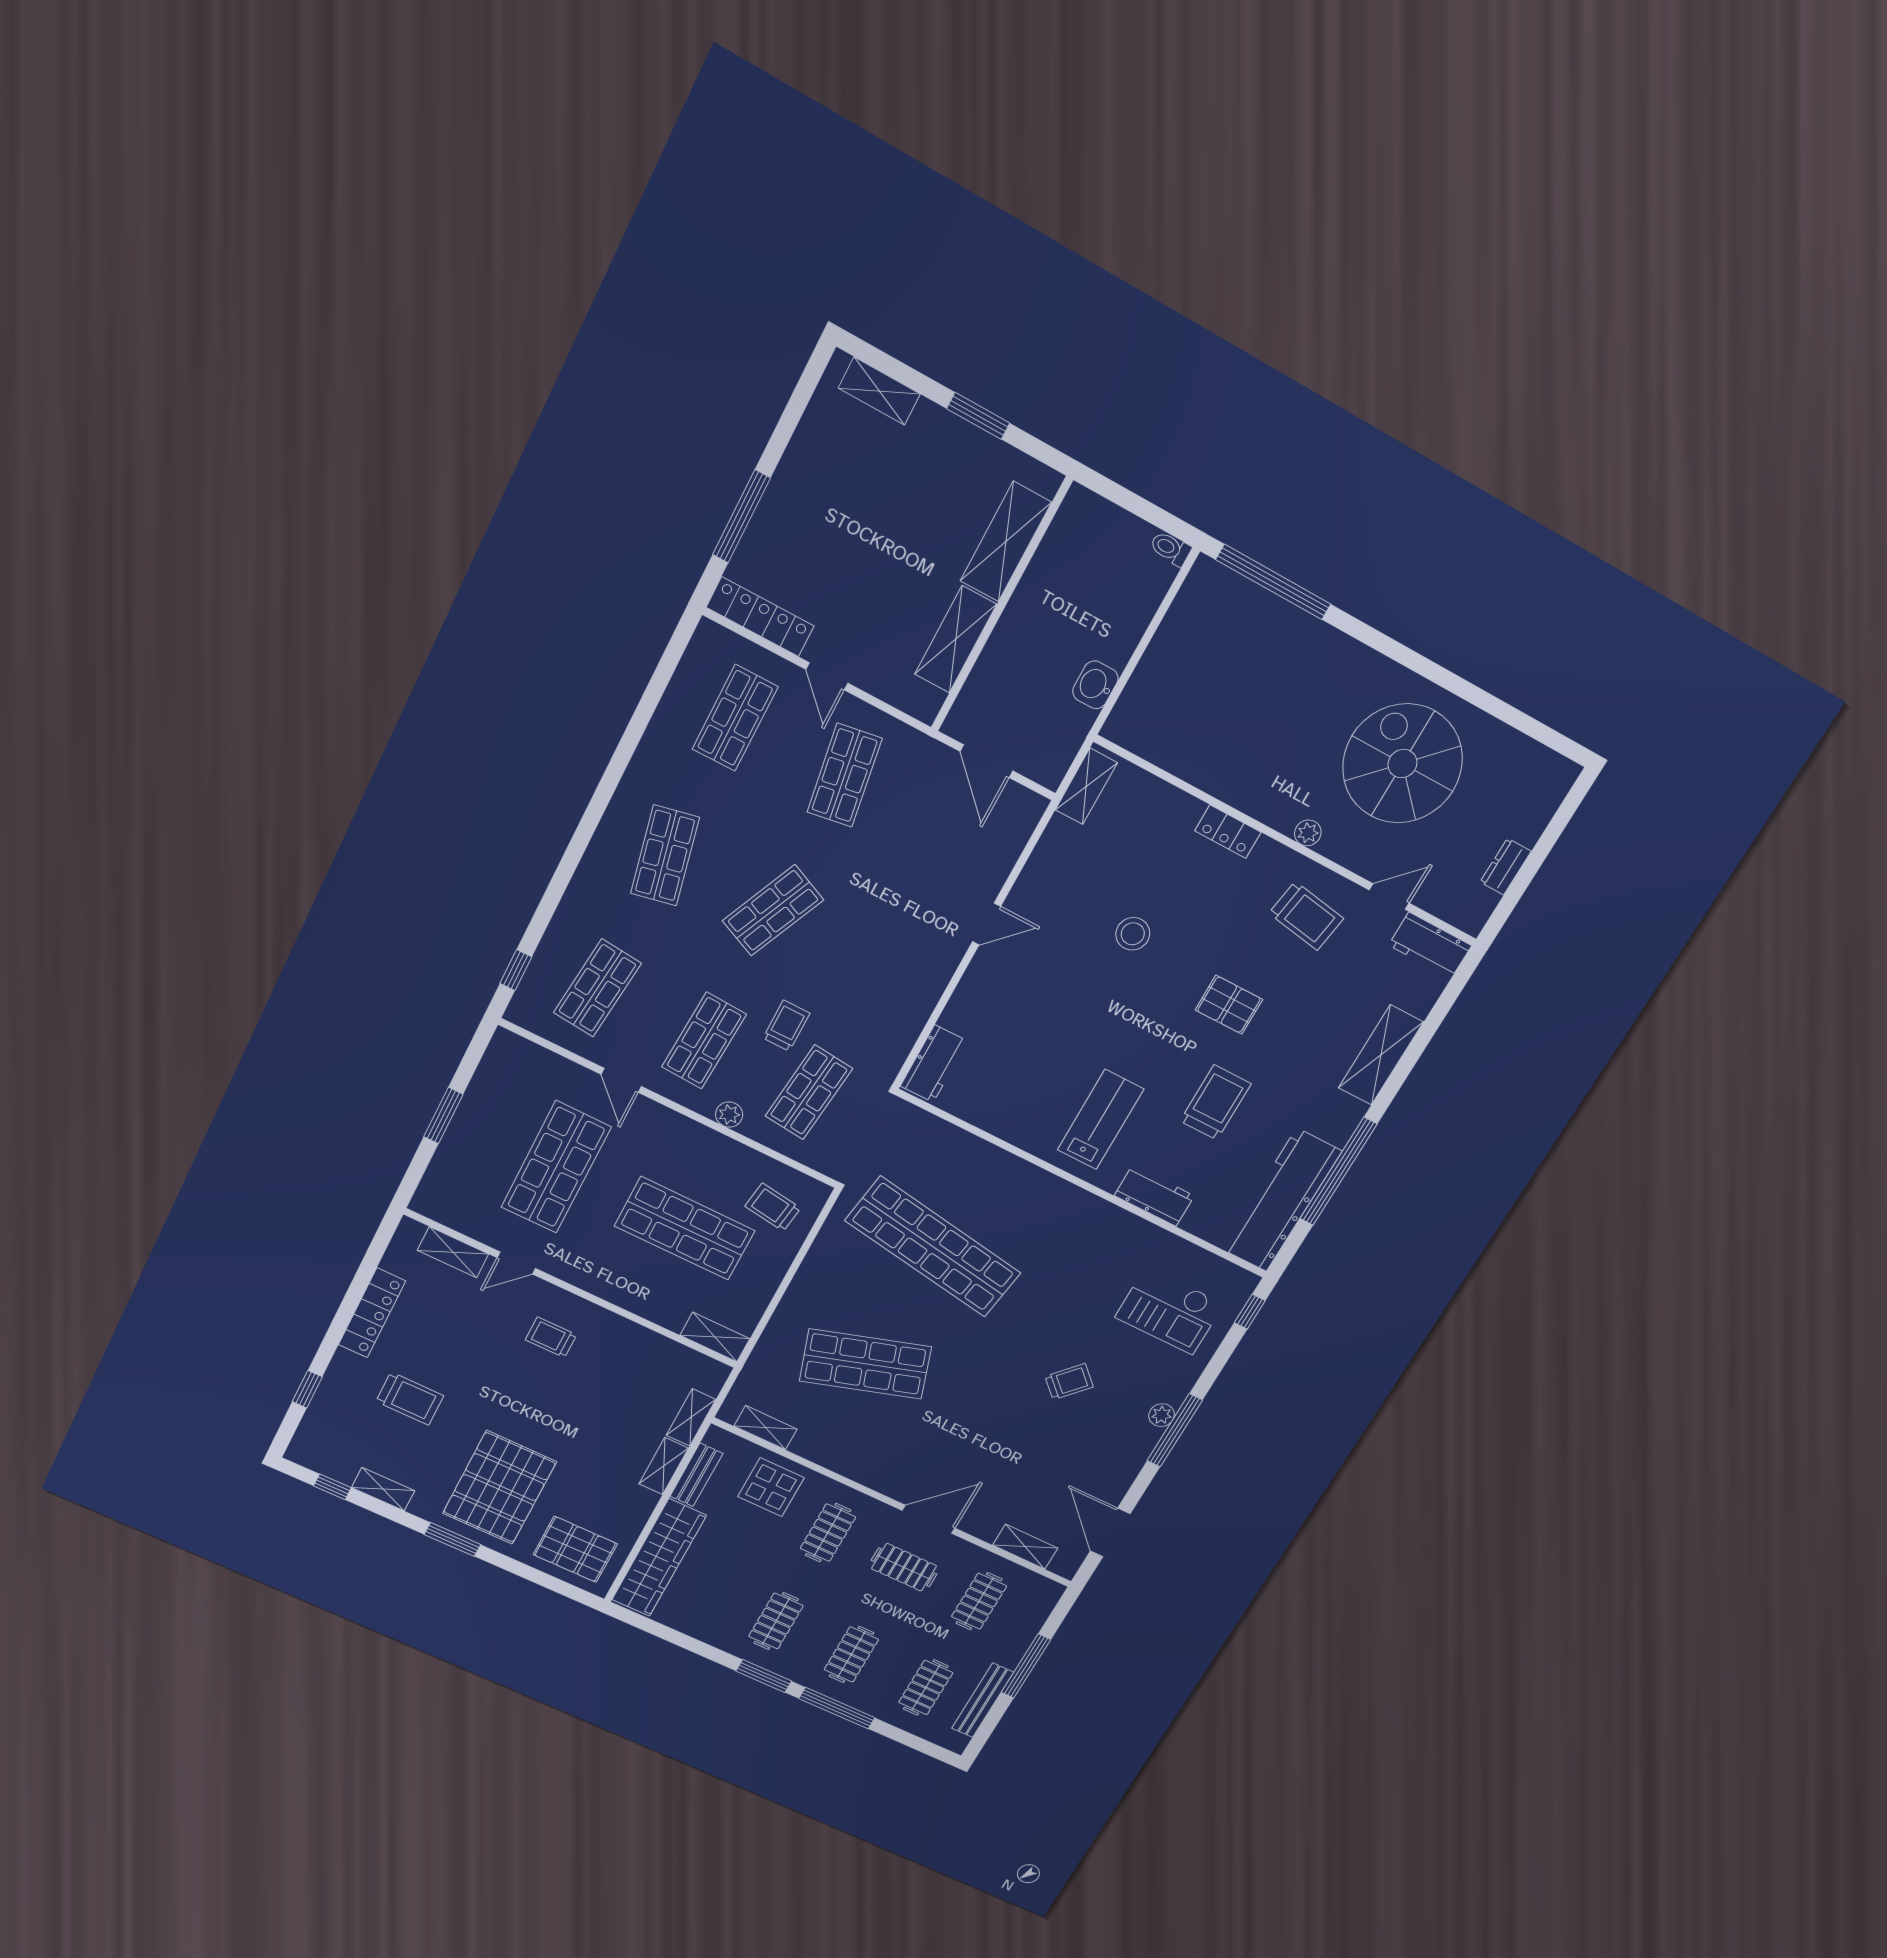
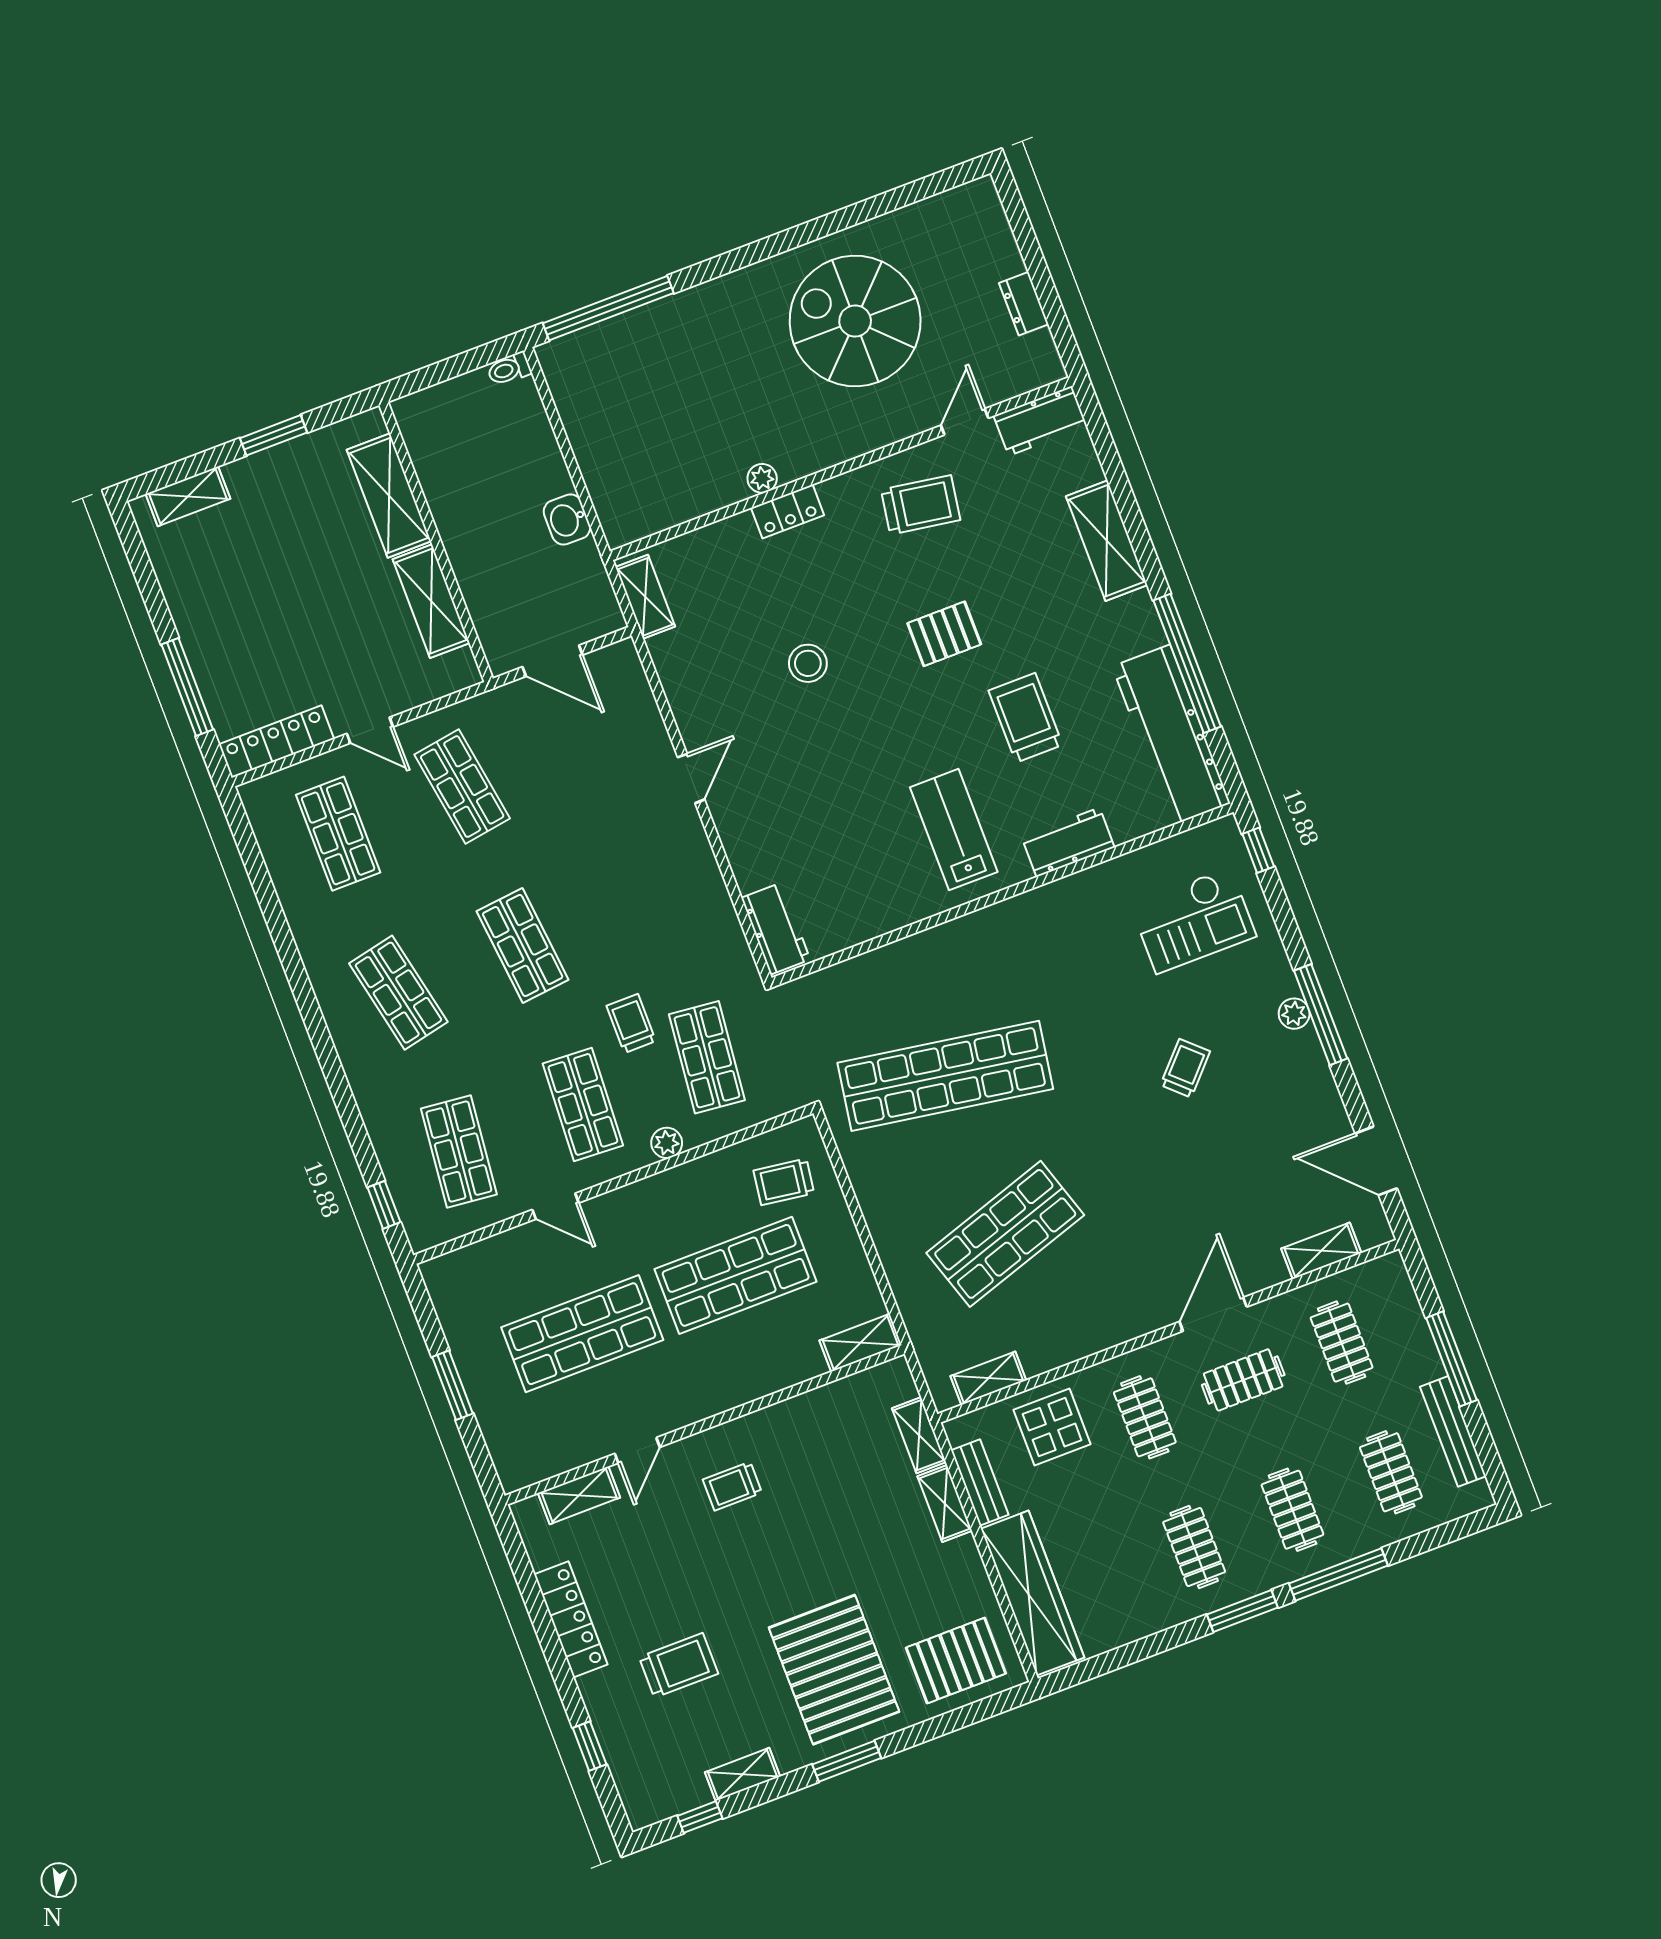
plant: (1308, 833) -> (762, 478), moved
shop shelf: (773, 910) -> (523, 945), turned -30
shop shelf: (556, 1167) -> (582, 1334), turned 90

